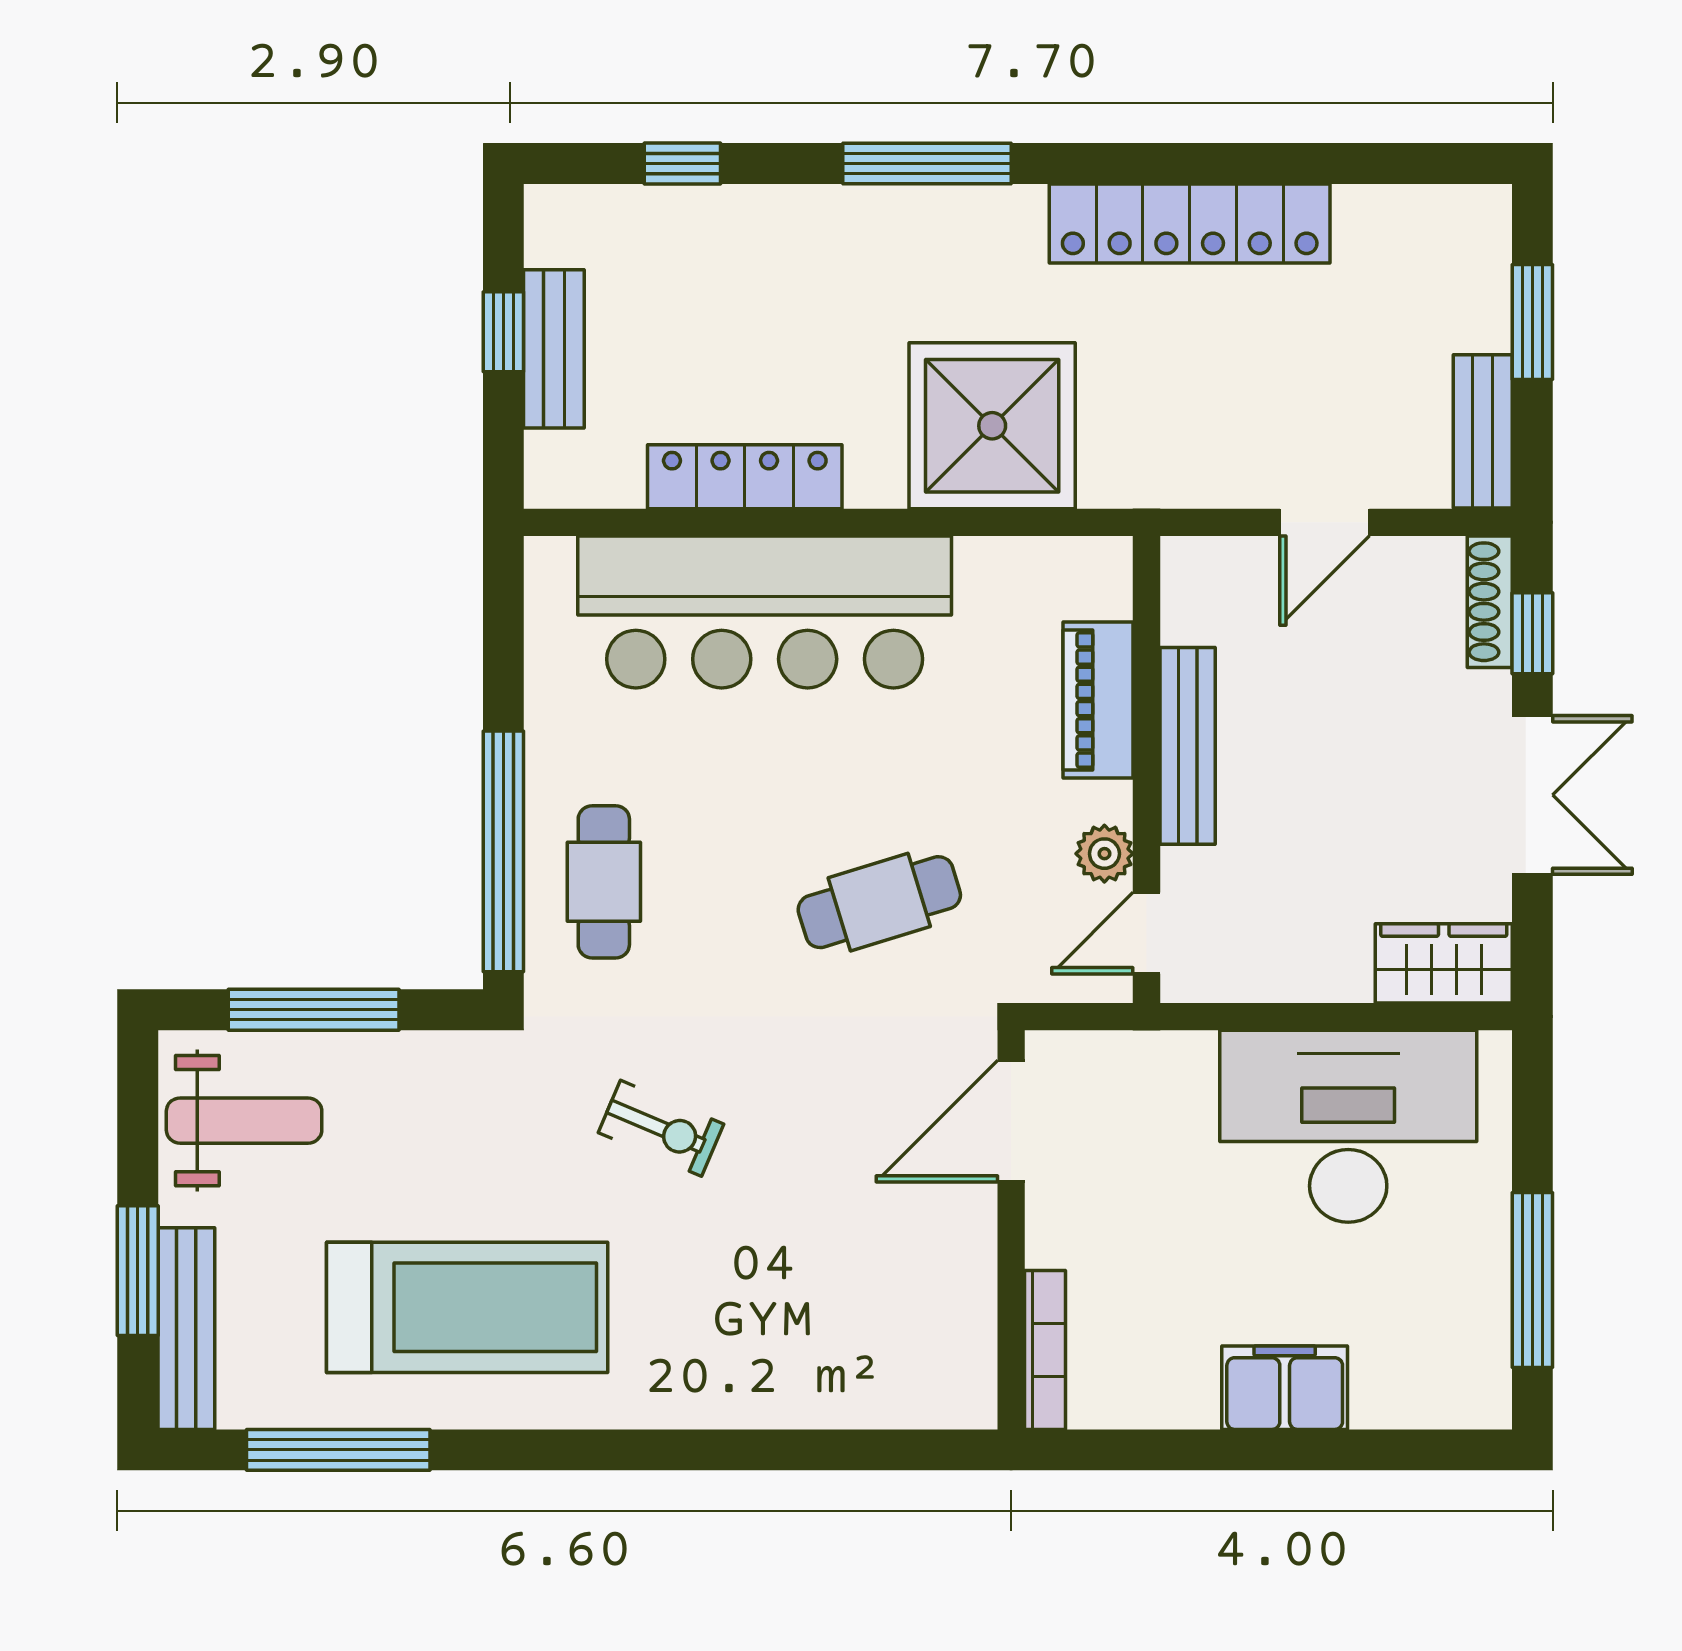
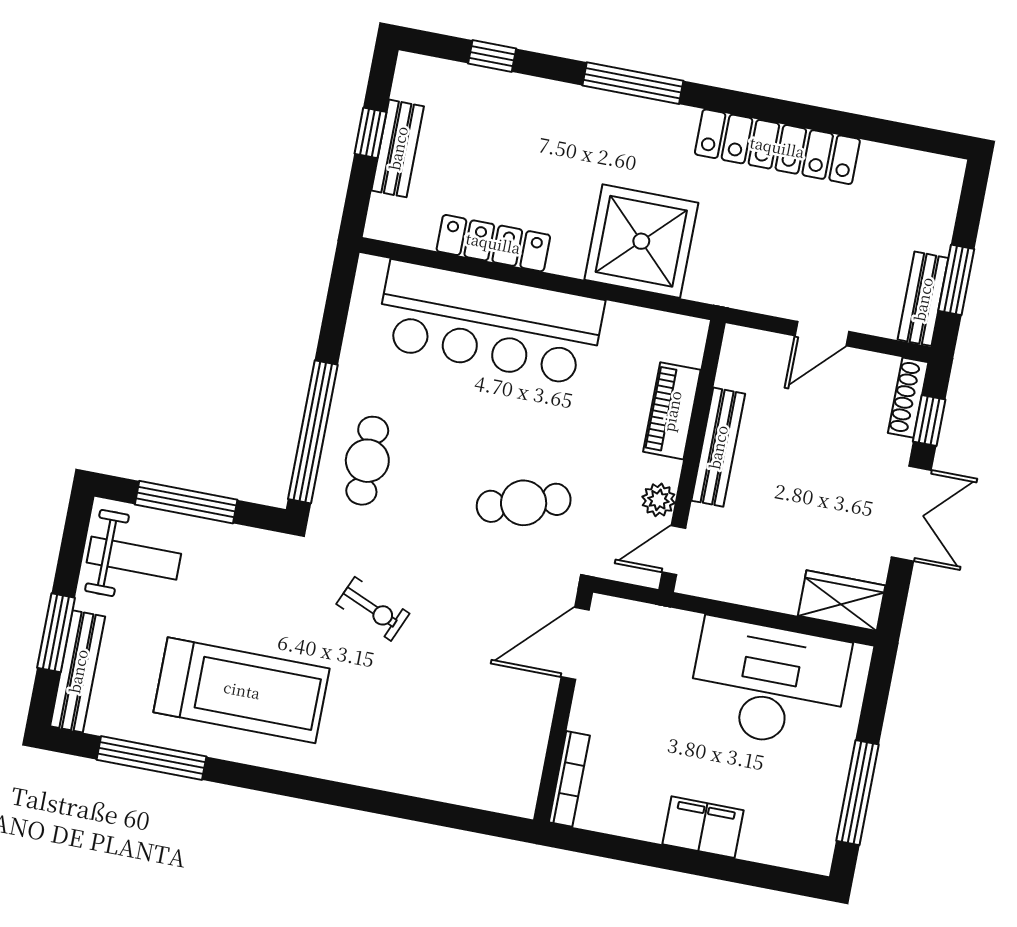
window: (1532, 322) -> (956, 280), moved

